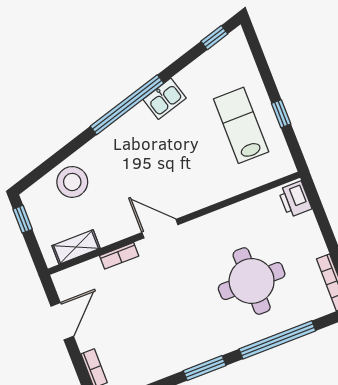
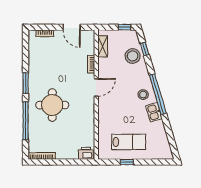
window: (214, 38) -> (145, 49), moved
stool: (139, 133) -> (143, 95), added
round table: (252, 281) -> (52, 105), moved

